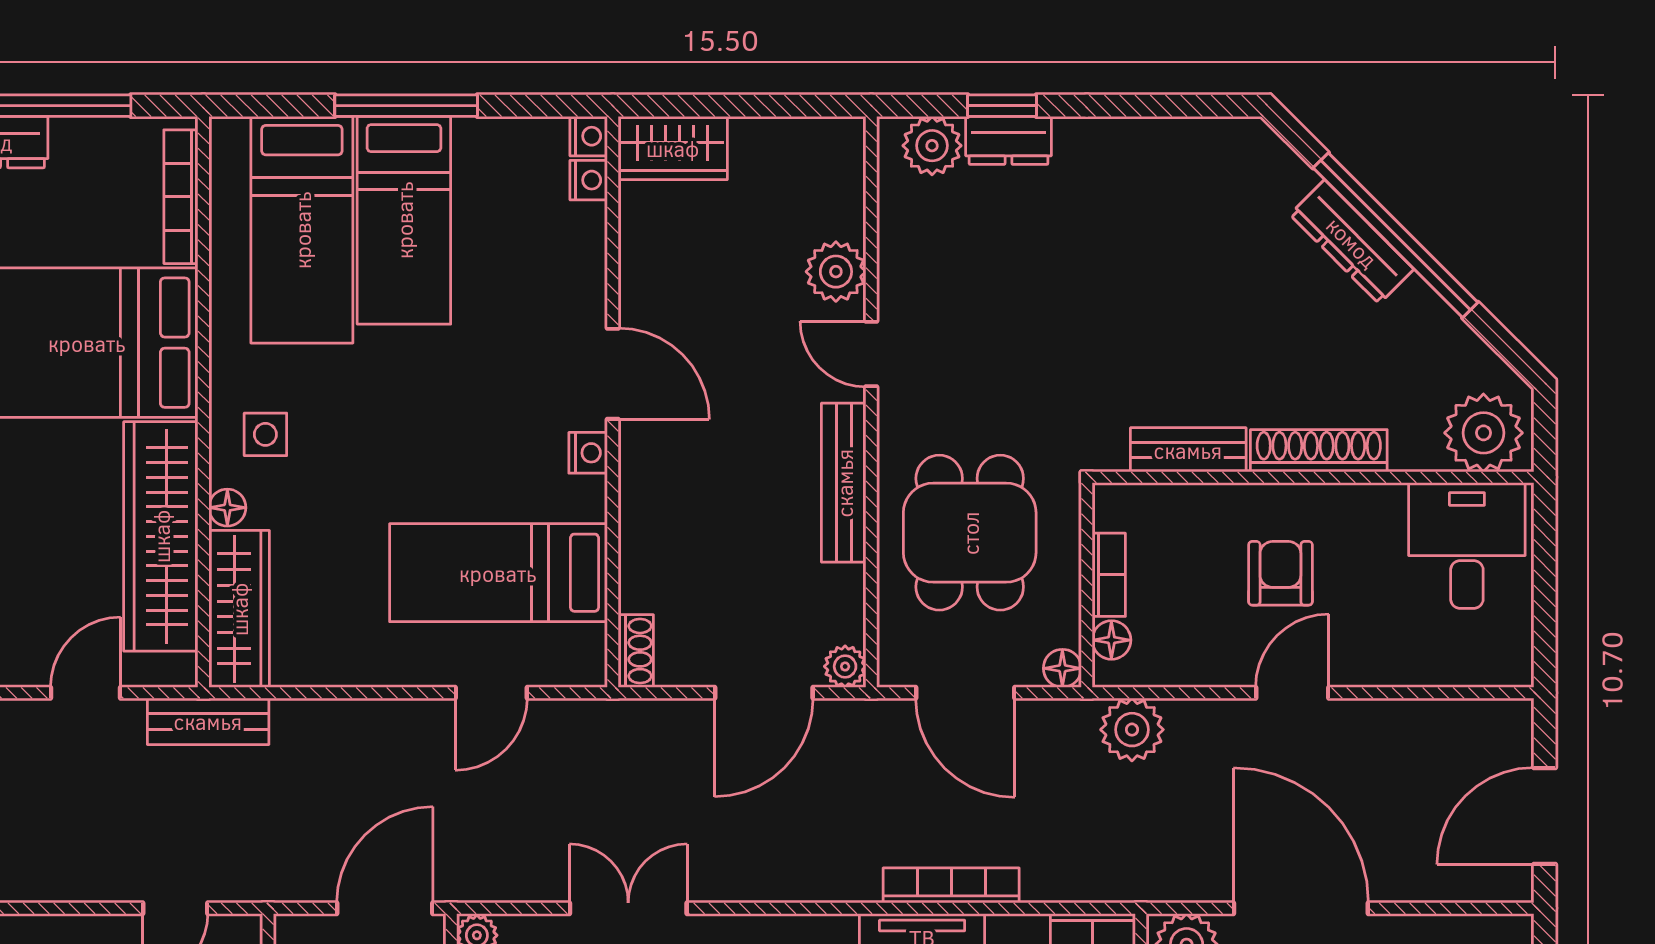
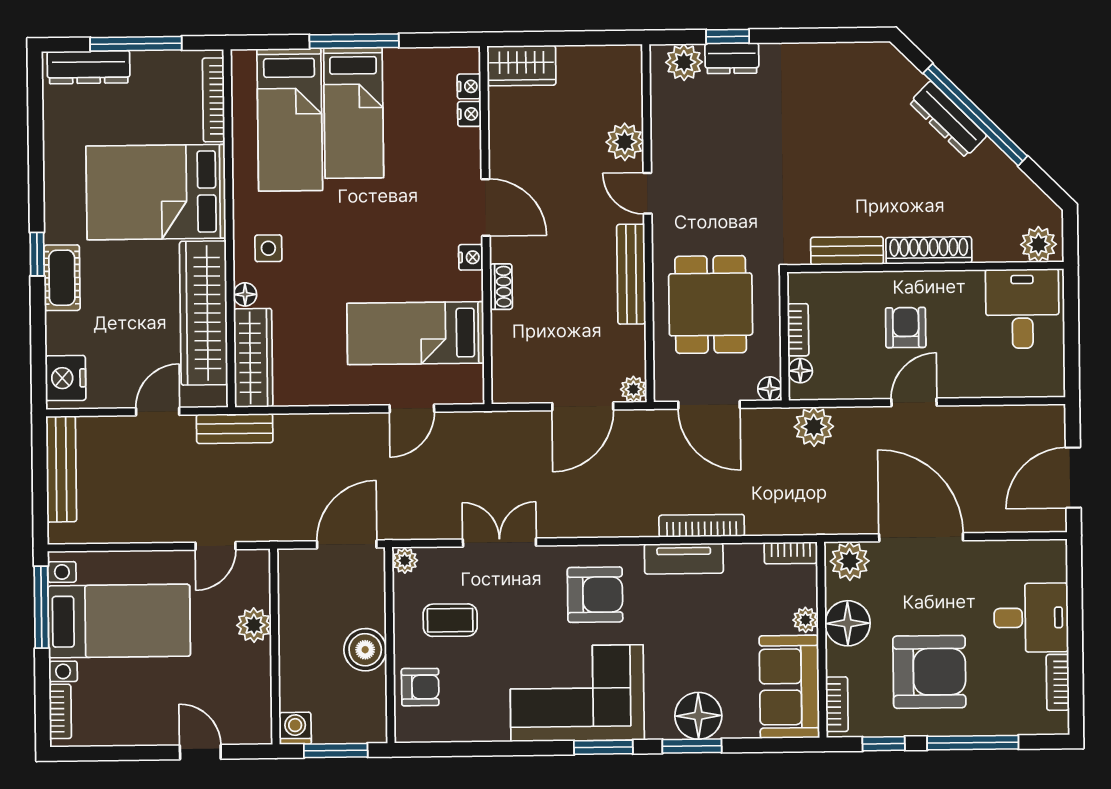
nightstand: (589, 136) -> (469, 114), moved
plant: (1483, 433) -> (1038, 244), width x0.73, depth x0.73
shoe rack: (636, 651) -> (501, 287), moved

